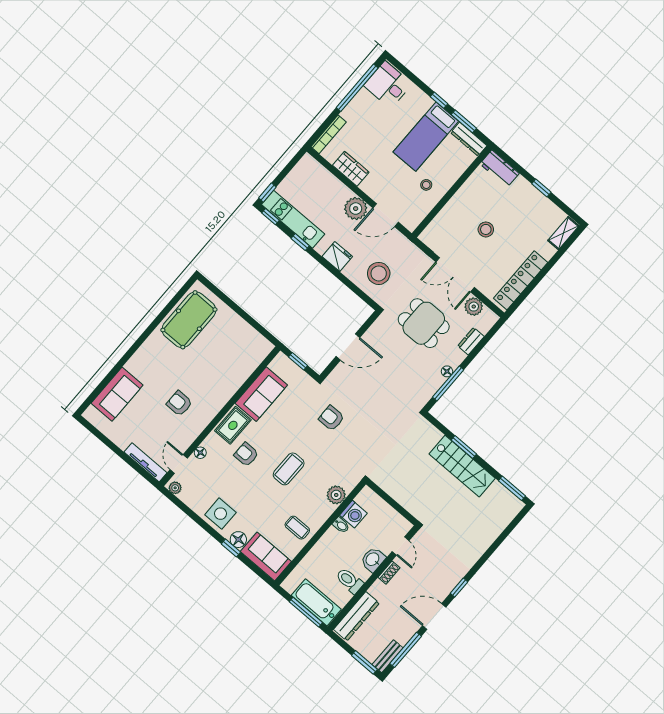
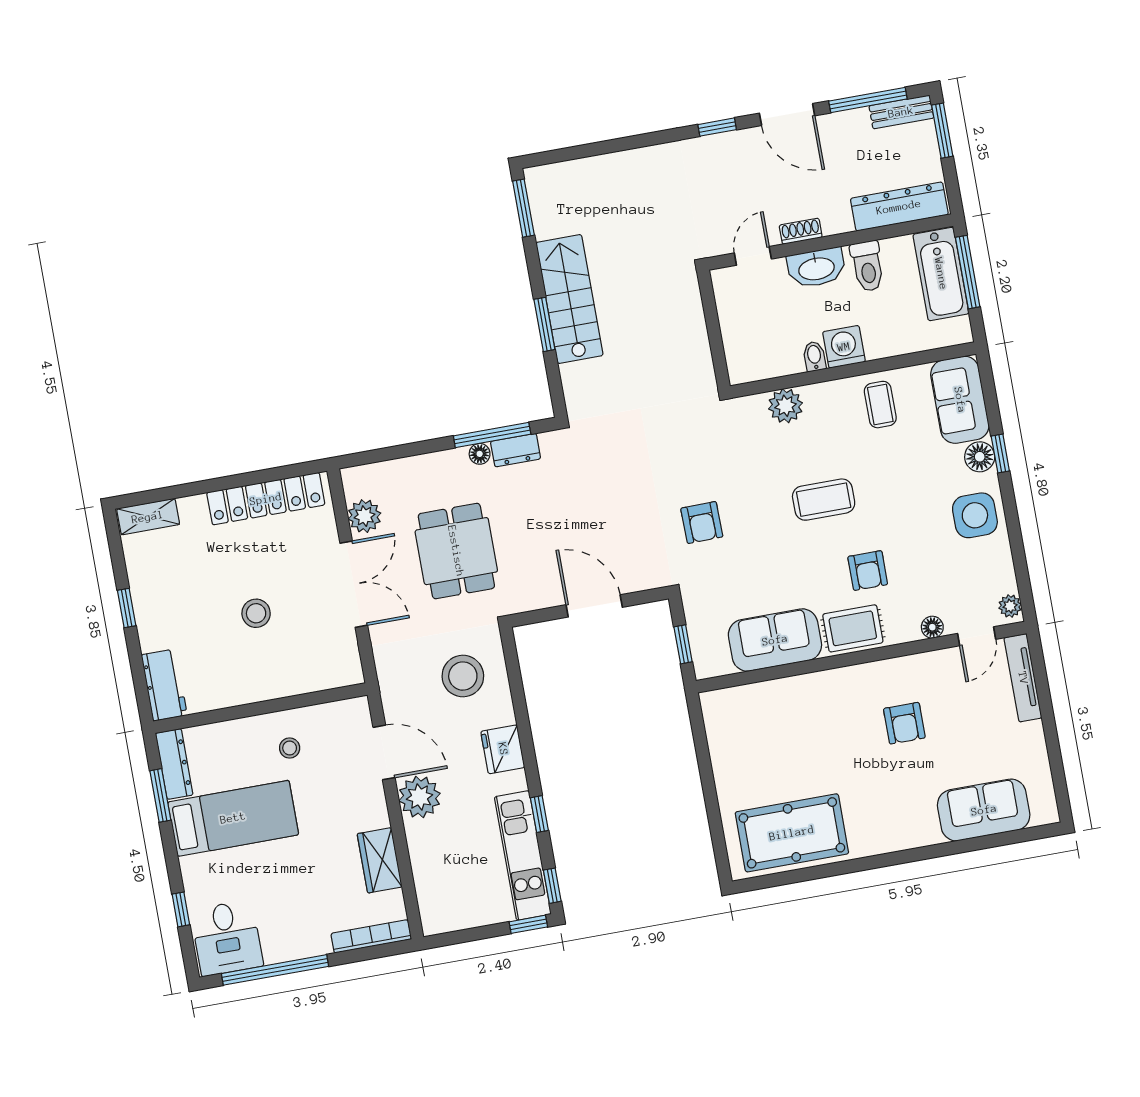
window: (439, 100) -> (181, 909), moved
dresser: (471, 341) -> (516, 450), moved
washing machine: (353, 514) -> (844, 347), moved
washbasin: (373, 559) -> (816, 268), width x1.38

